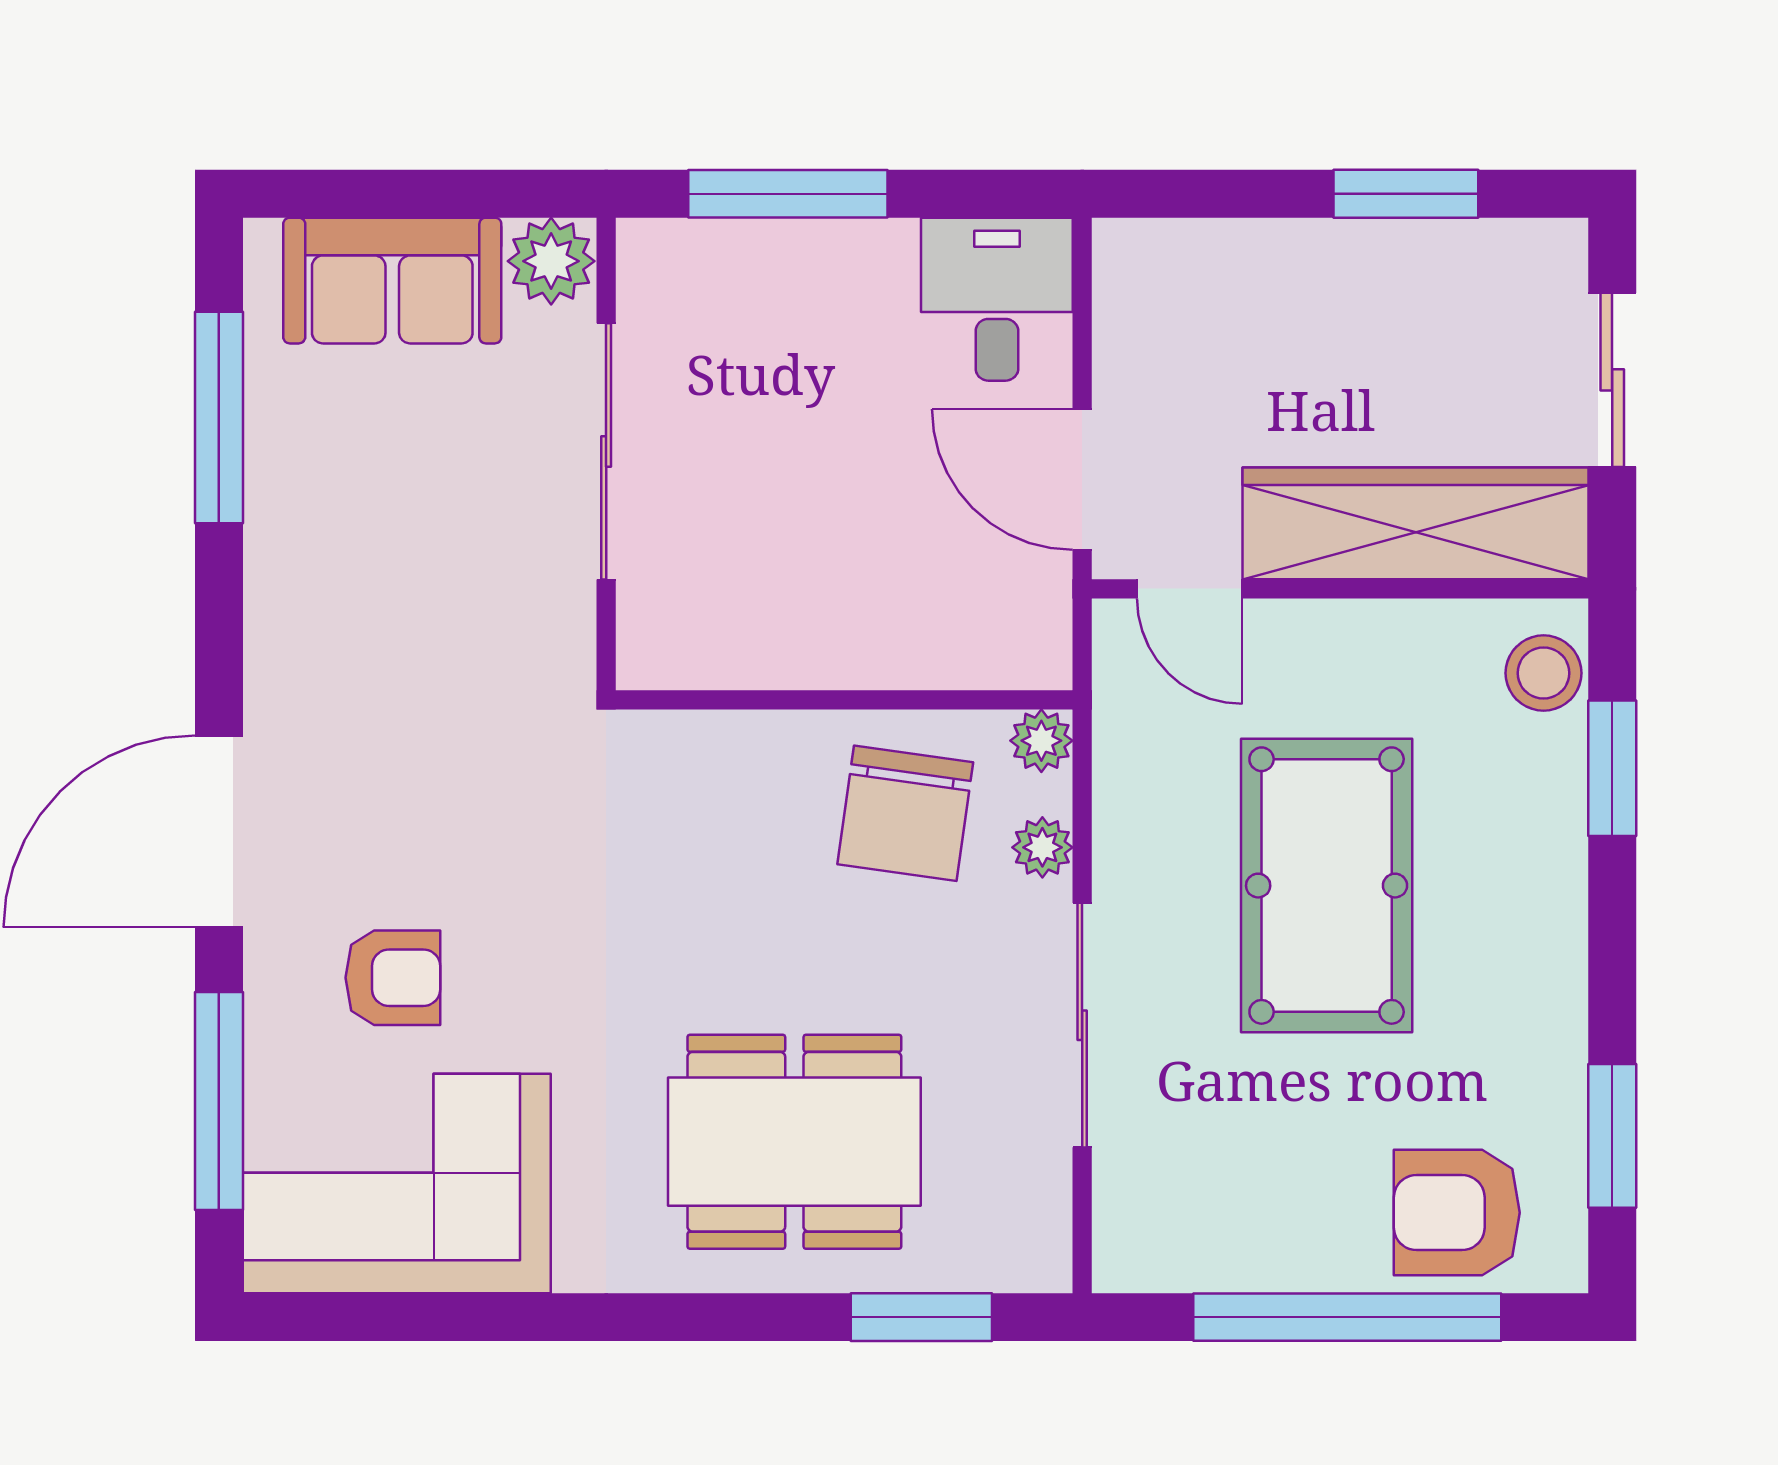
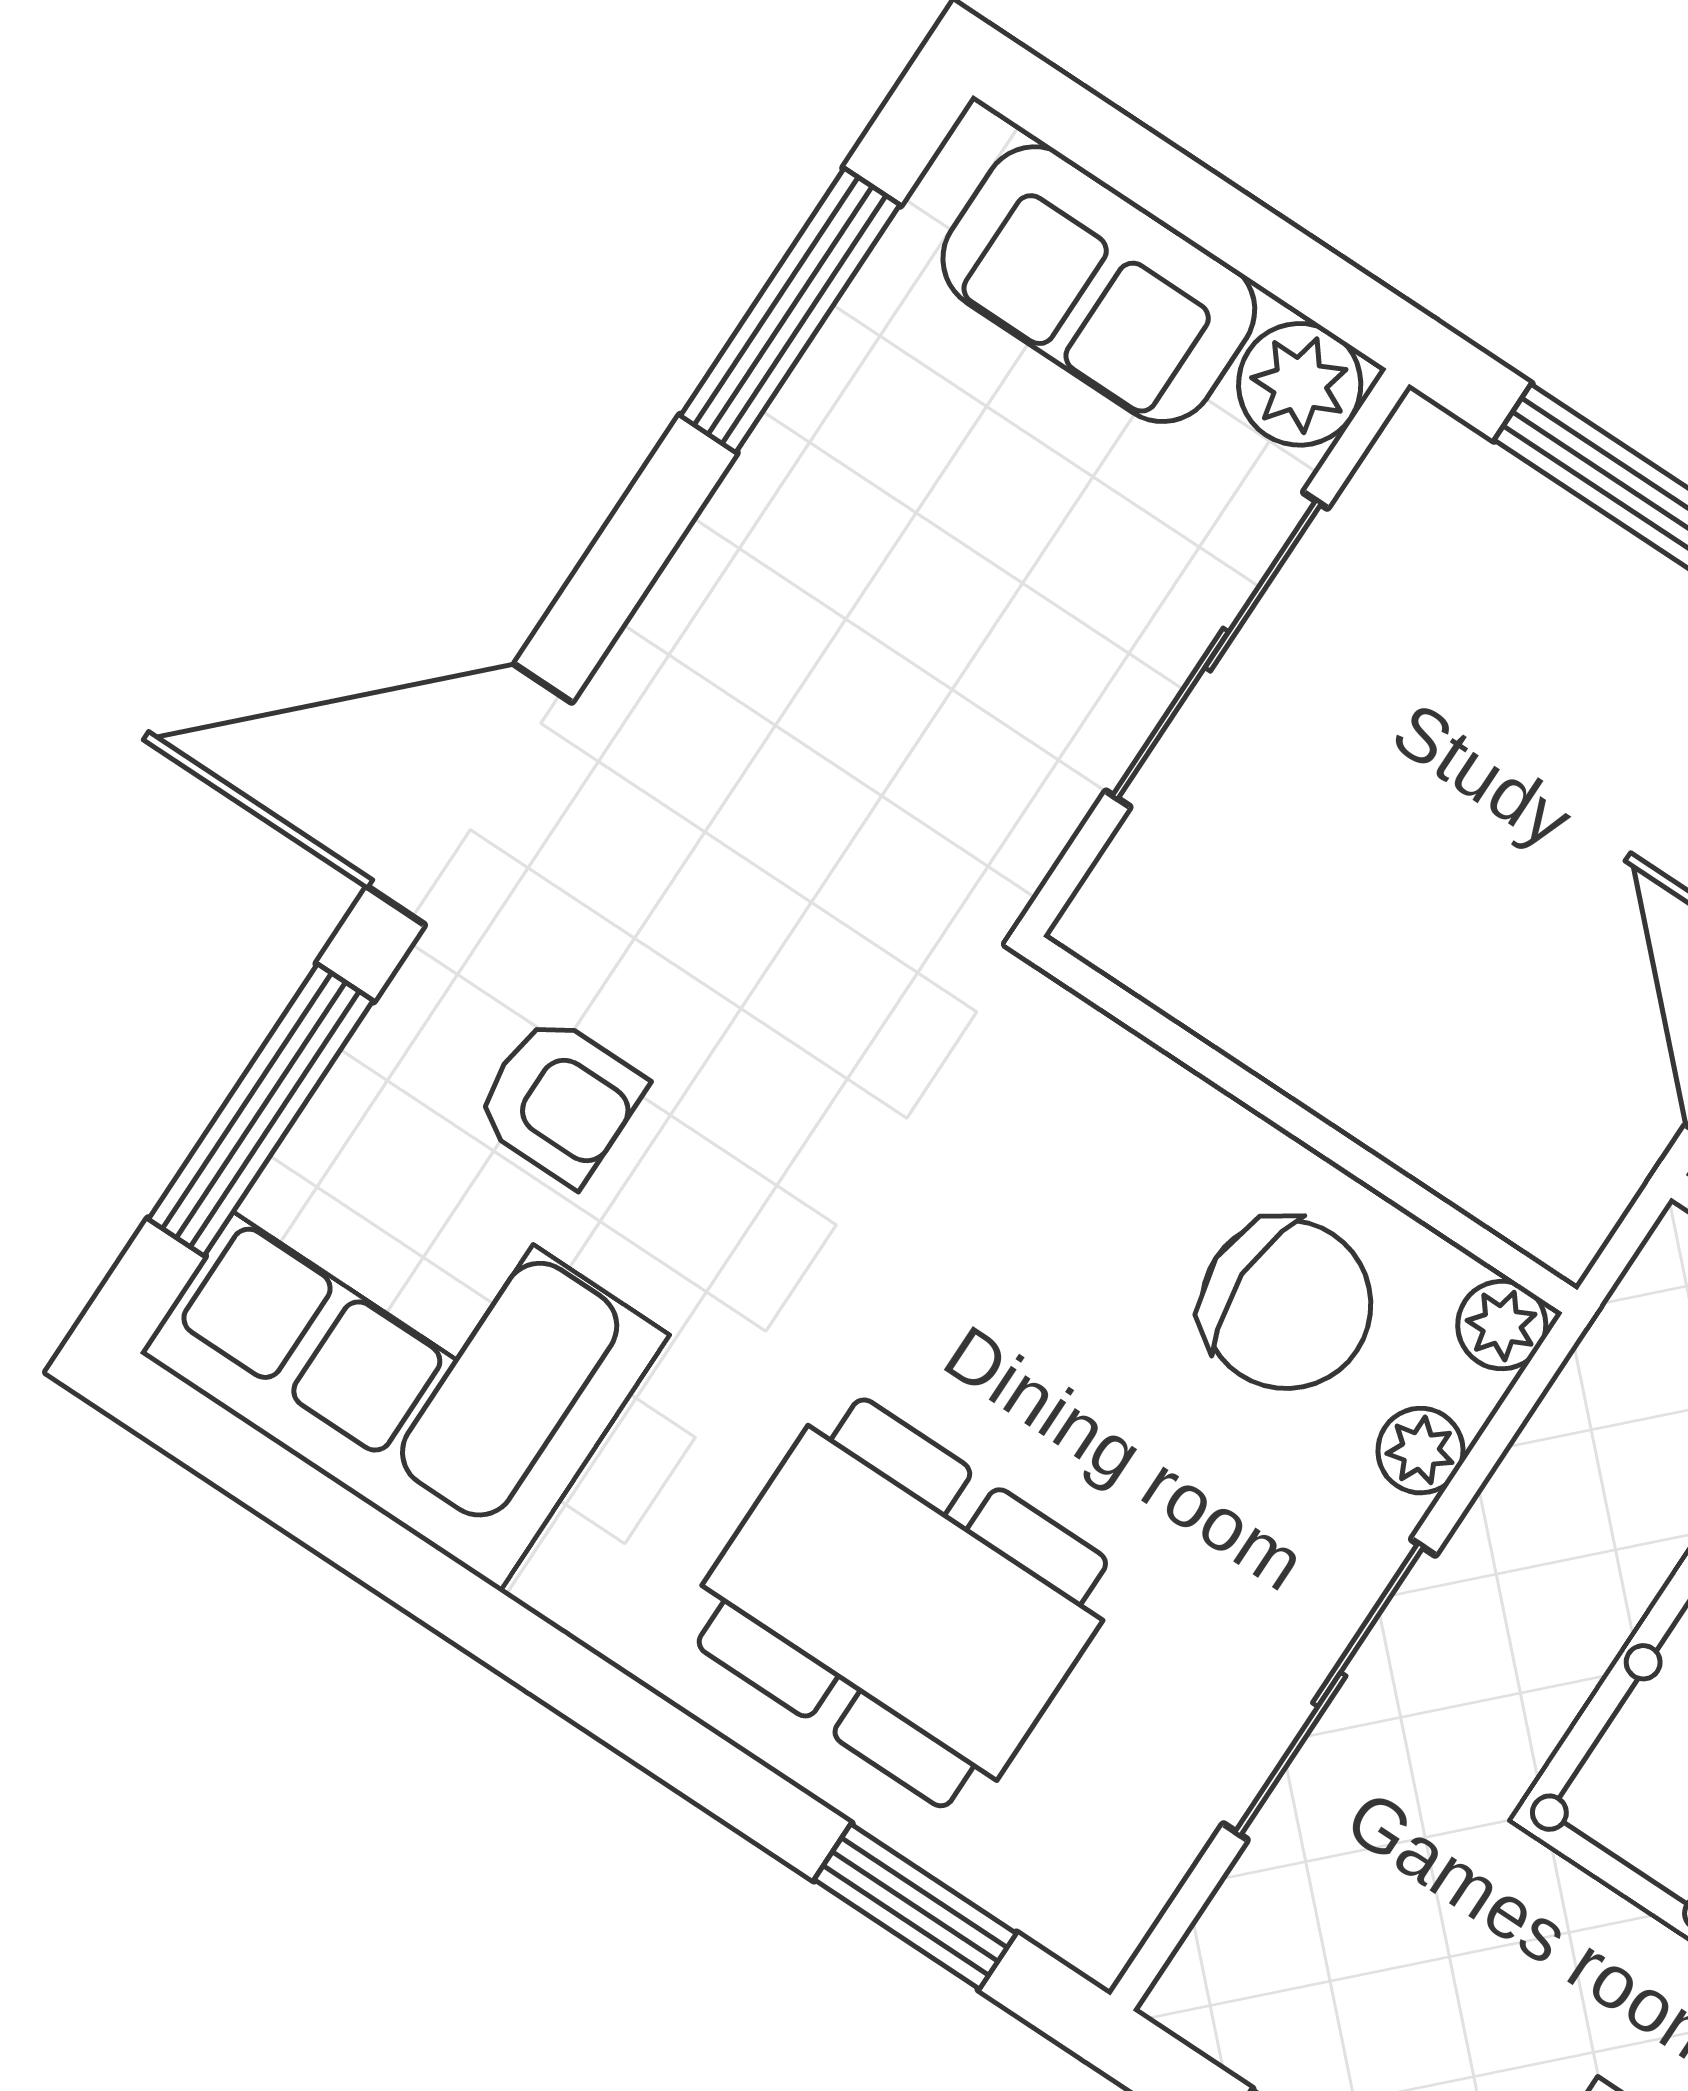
chair: (905, 813) -> (1286, 1304), turned -98

